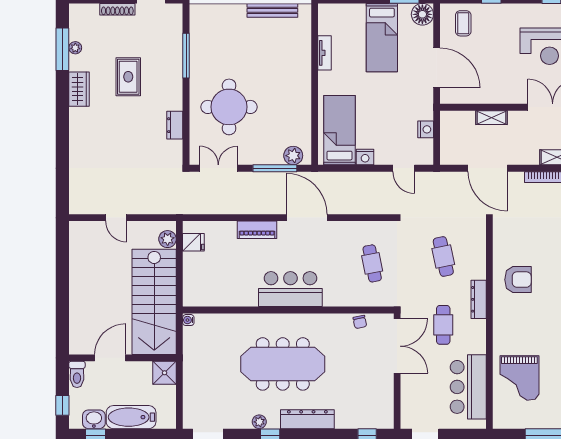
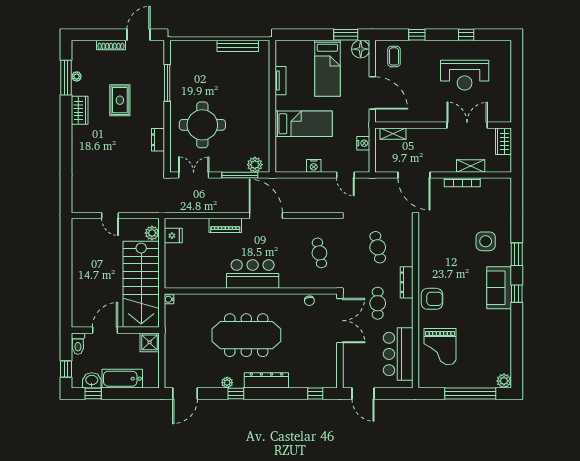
shelving: (492, 118) -> (393, 134), moved
bed: (339, 130) -> (304, 124), moved, turned 90
armchair: (518, 280) -> (432, 299), moved

